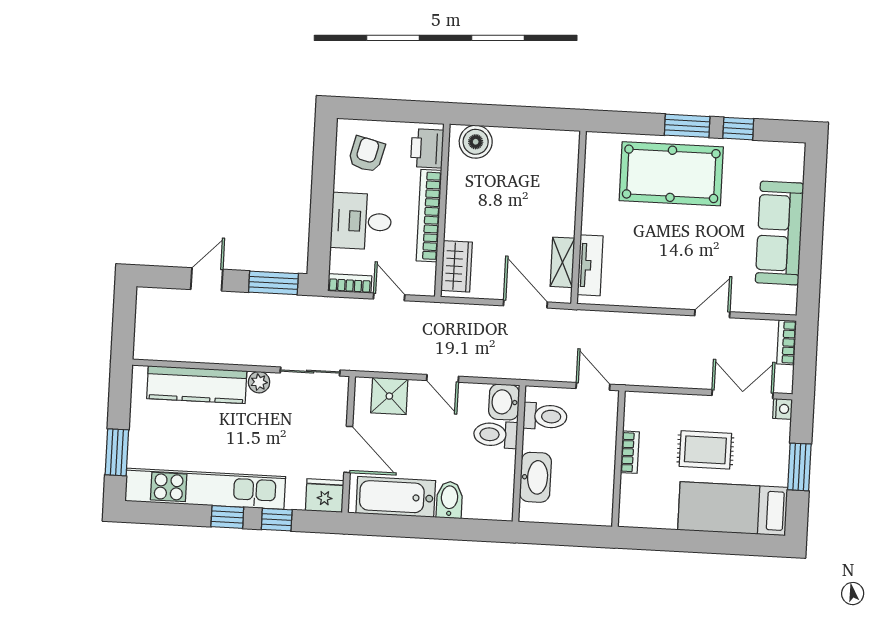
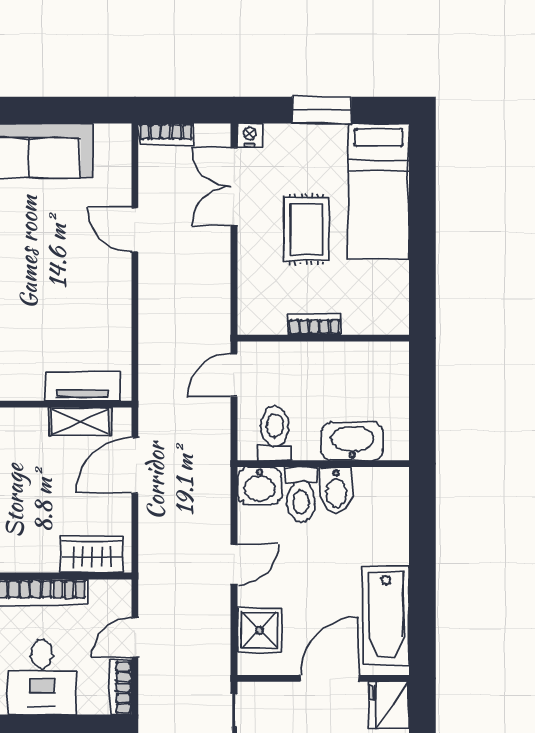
bidet: (449, 500) -> (336, 490), moved, turned -90

